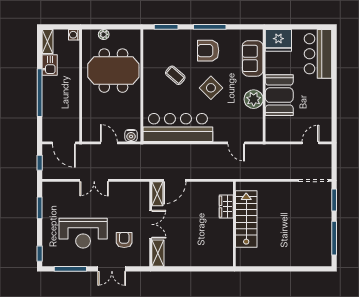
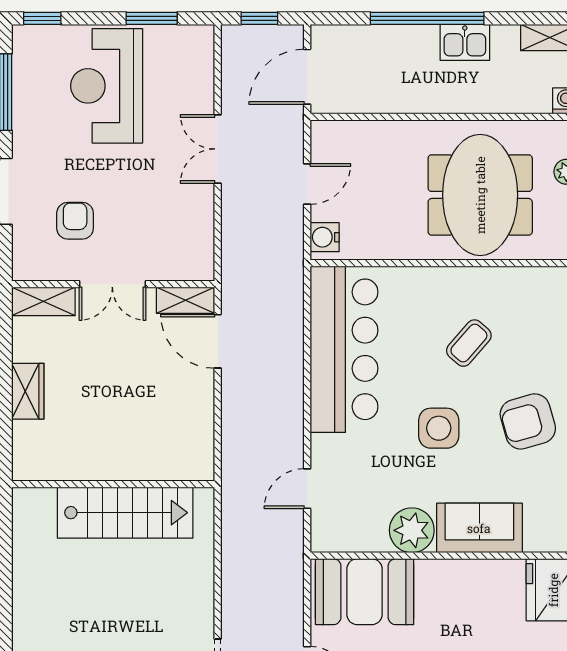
armchair: (208, 51) -> (528, 421), turned -106
sofa: (253, 58) -> (479, 528), moved
kitchen sink: (50, 65) -> (465, 42), moved
side table: (211, 88) -> (439, 428), turned 45
booth: (279, 95) -> (365, 592), moved
wardrobe: (226, 207) -> (28, 391), moved, turned 90
reception desk: (83, 233) -> (107, 86), moved
armchair: (124, 240) -> (75, 221), turned -90

